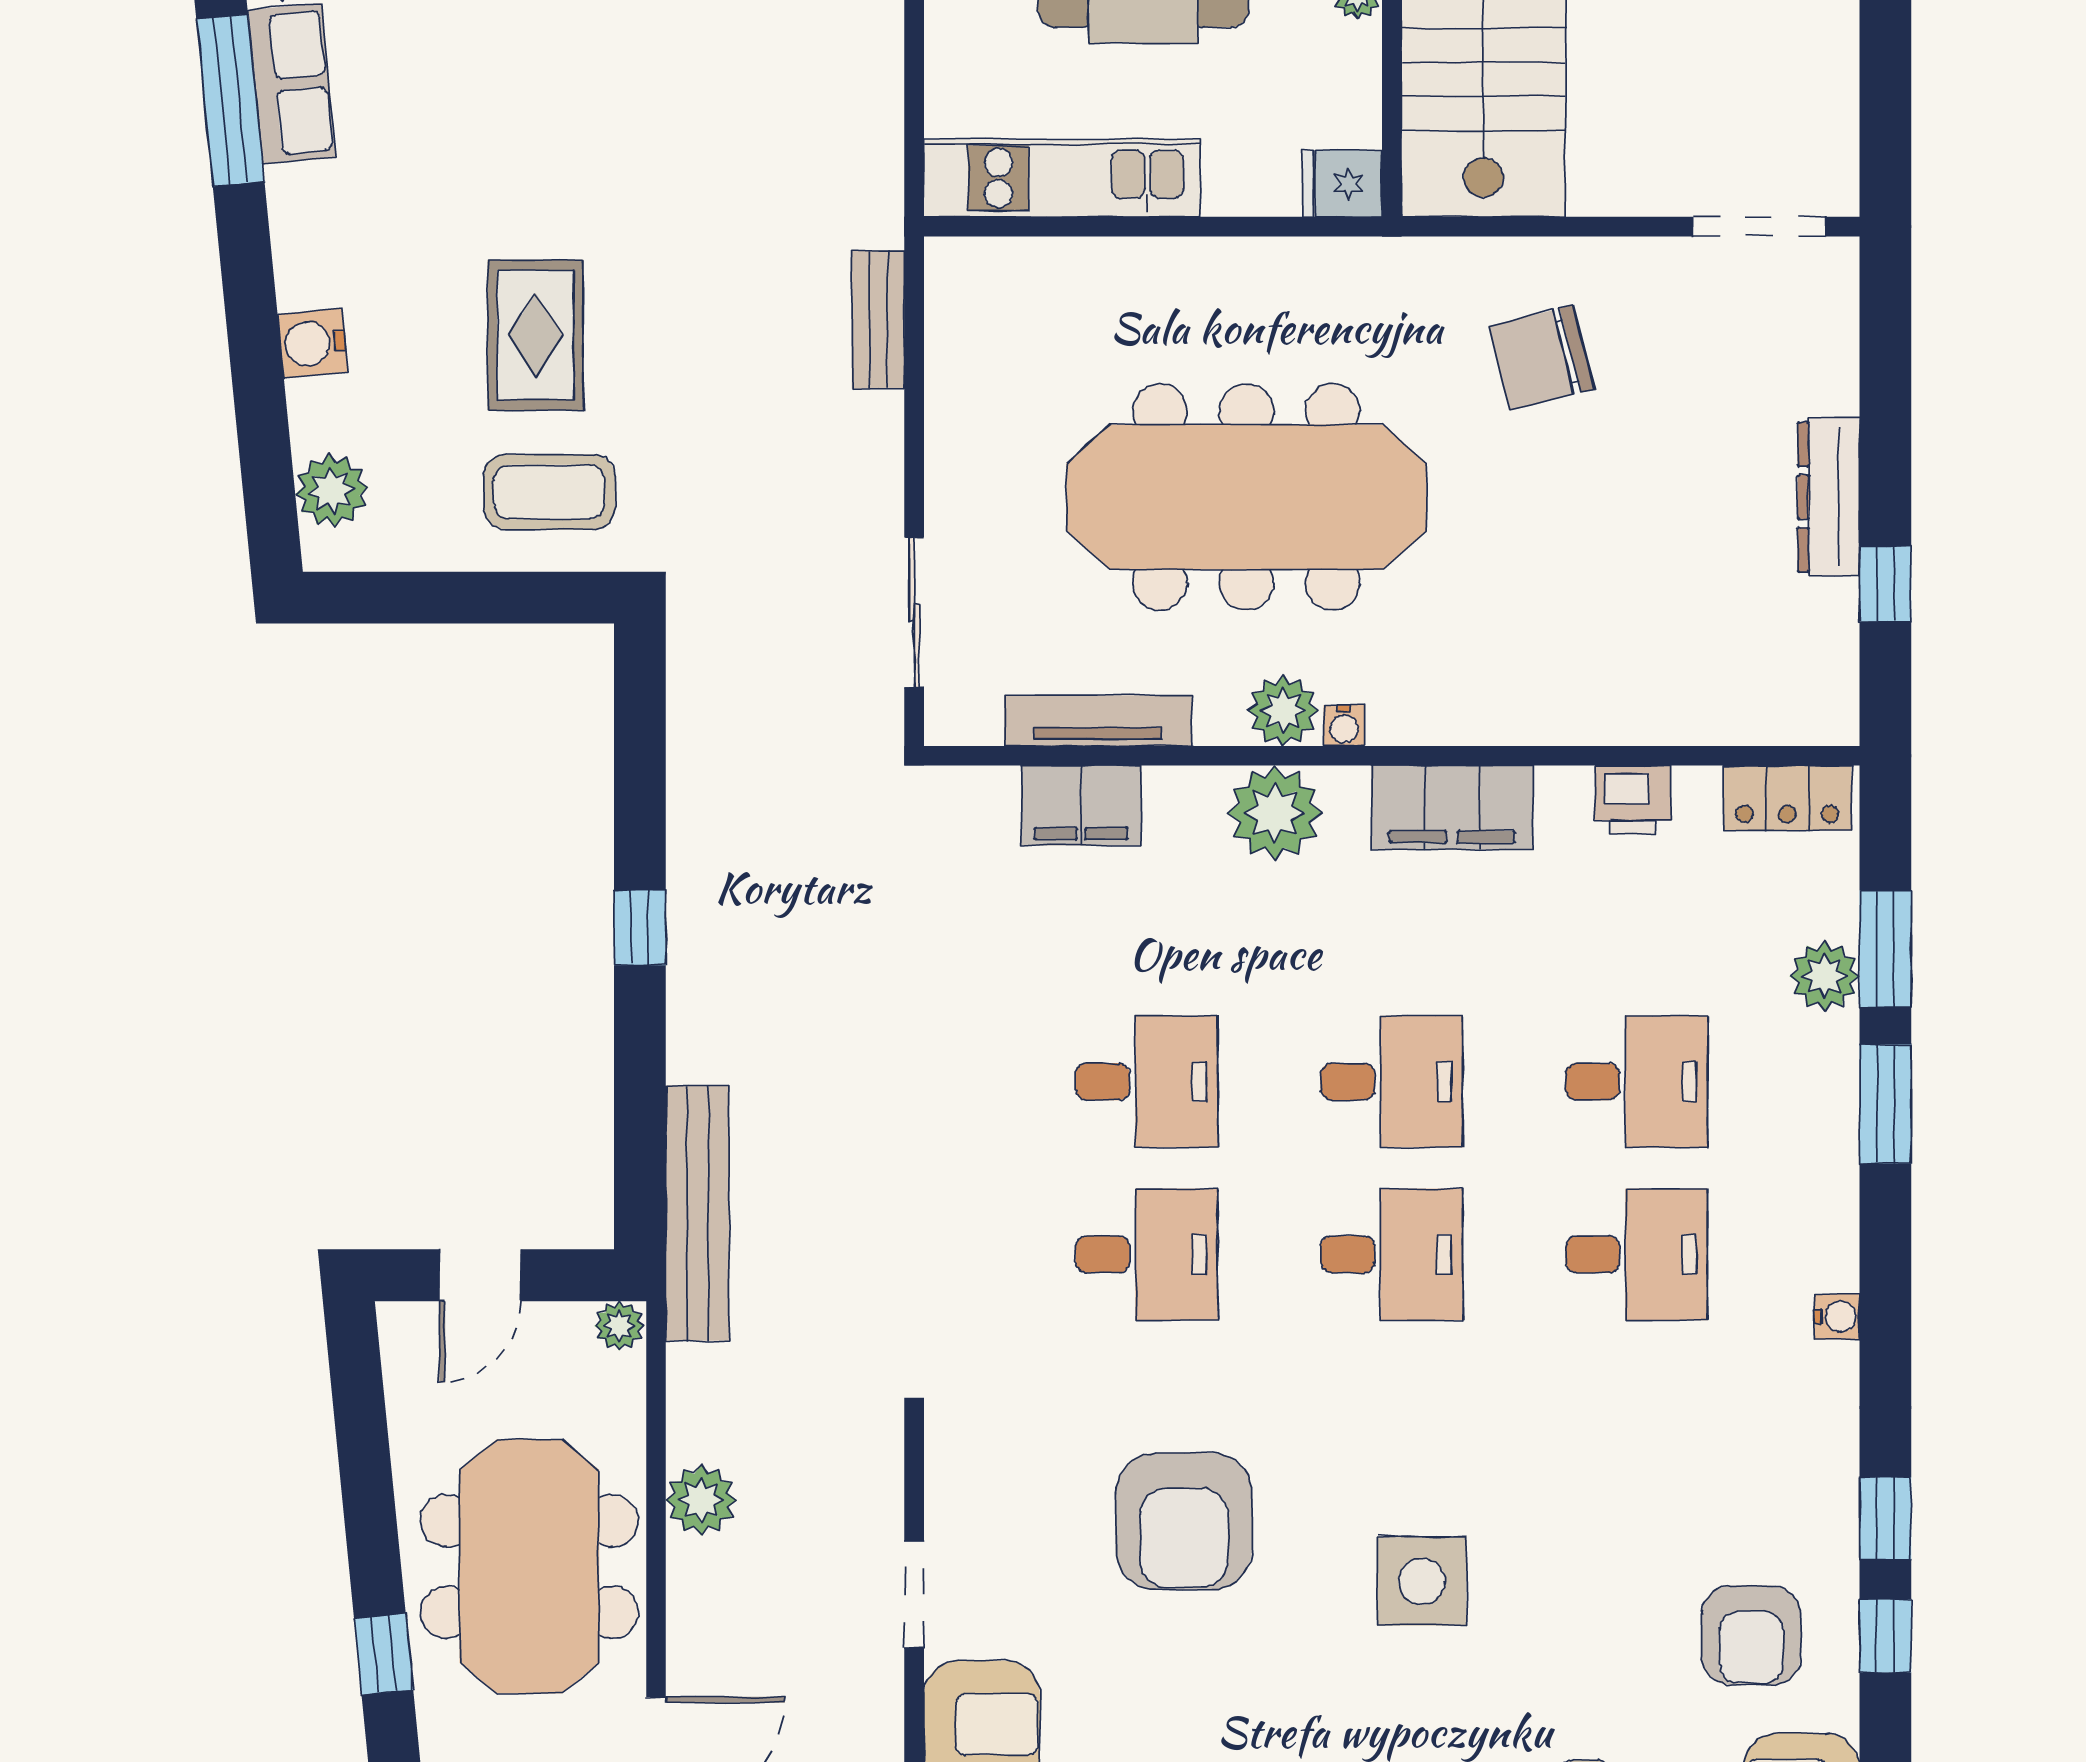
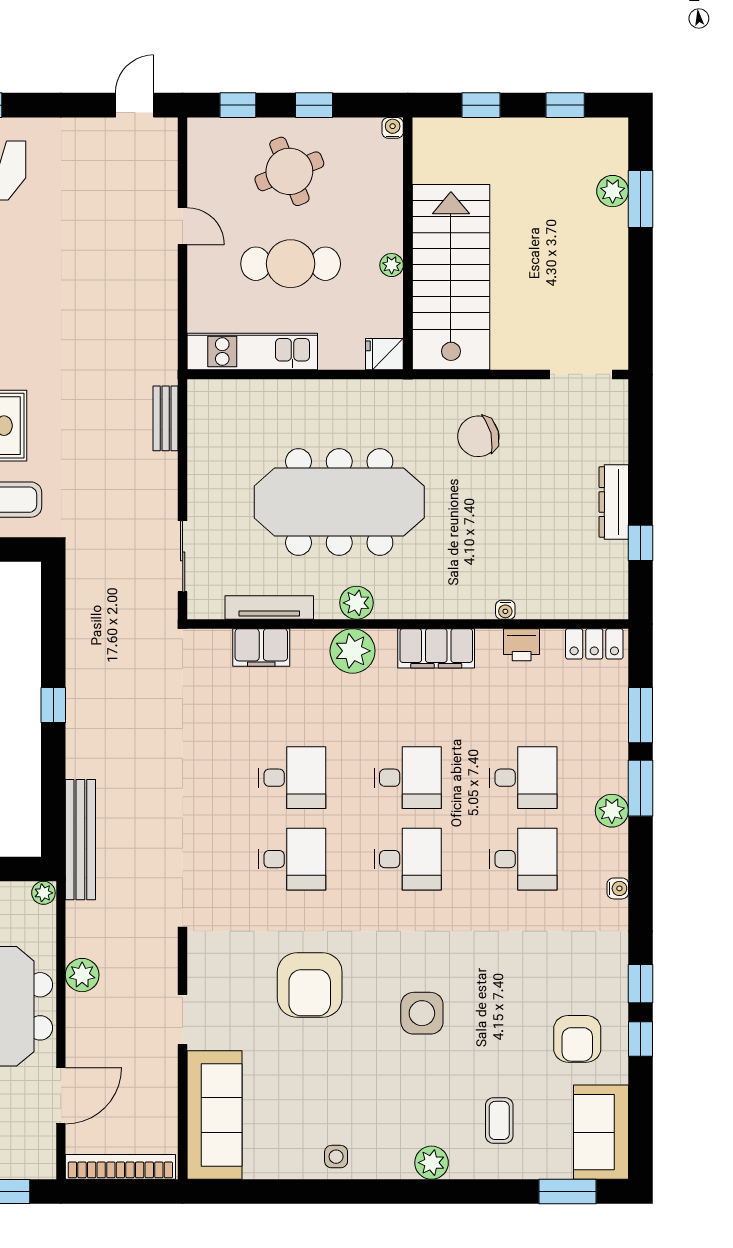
water cooler: (1344, 726) -> (505, 610), moved
plant: (1824, 976) -> (612, 811), moved

